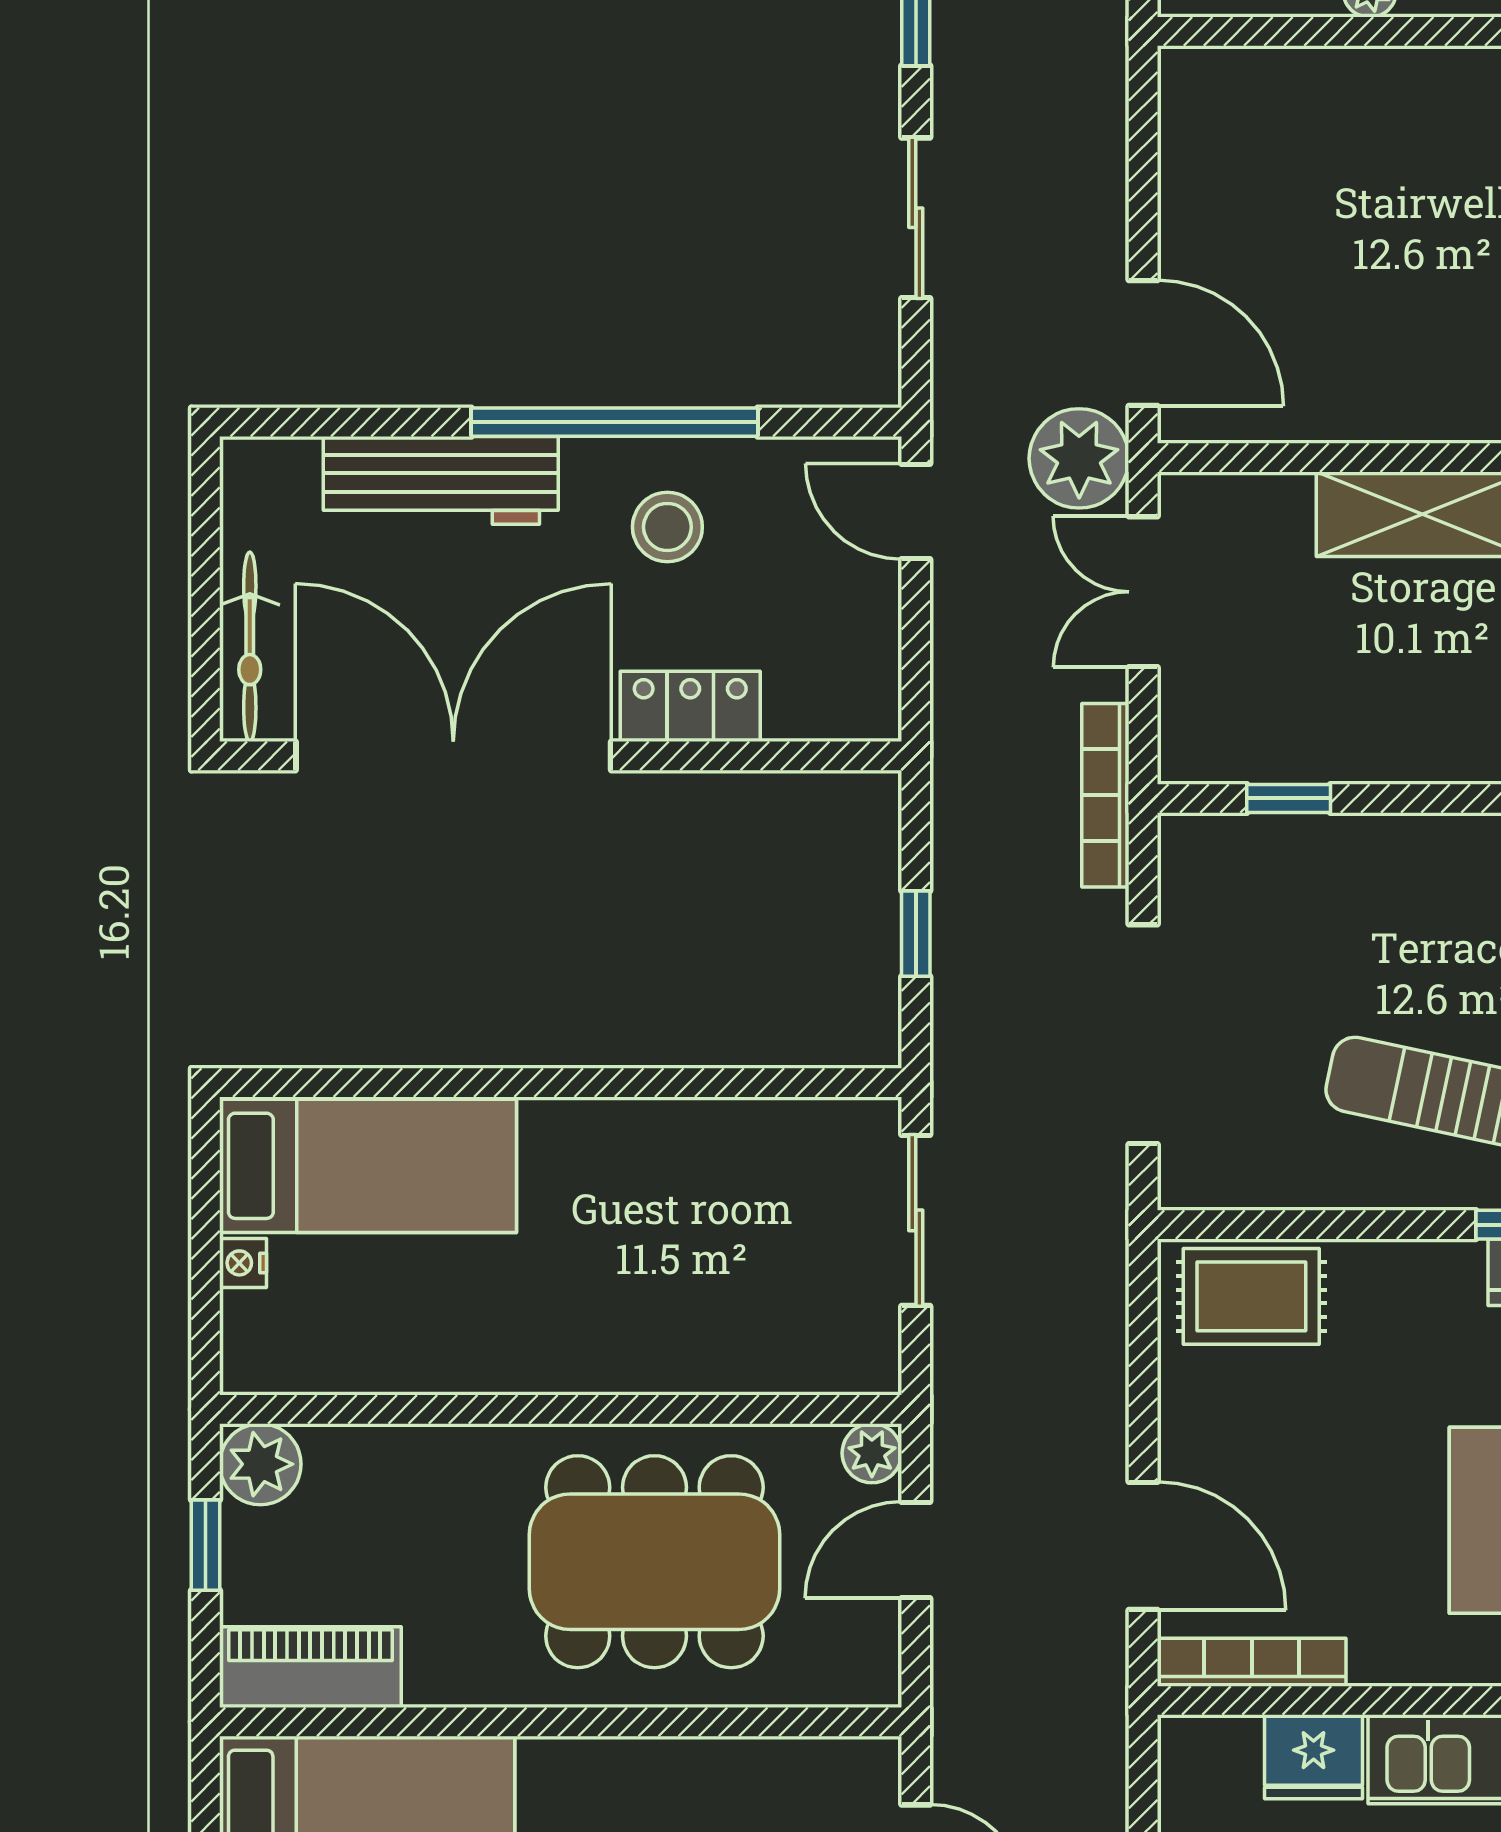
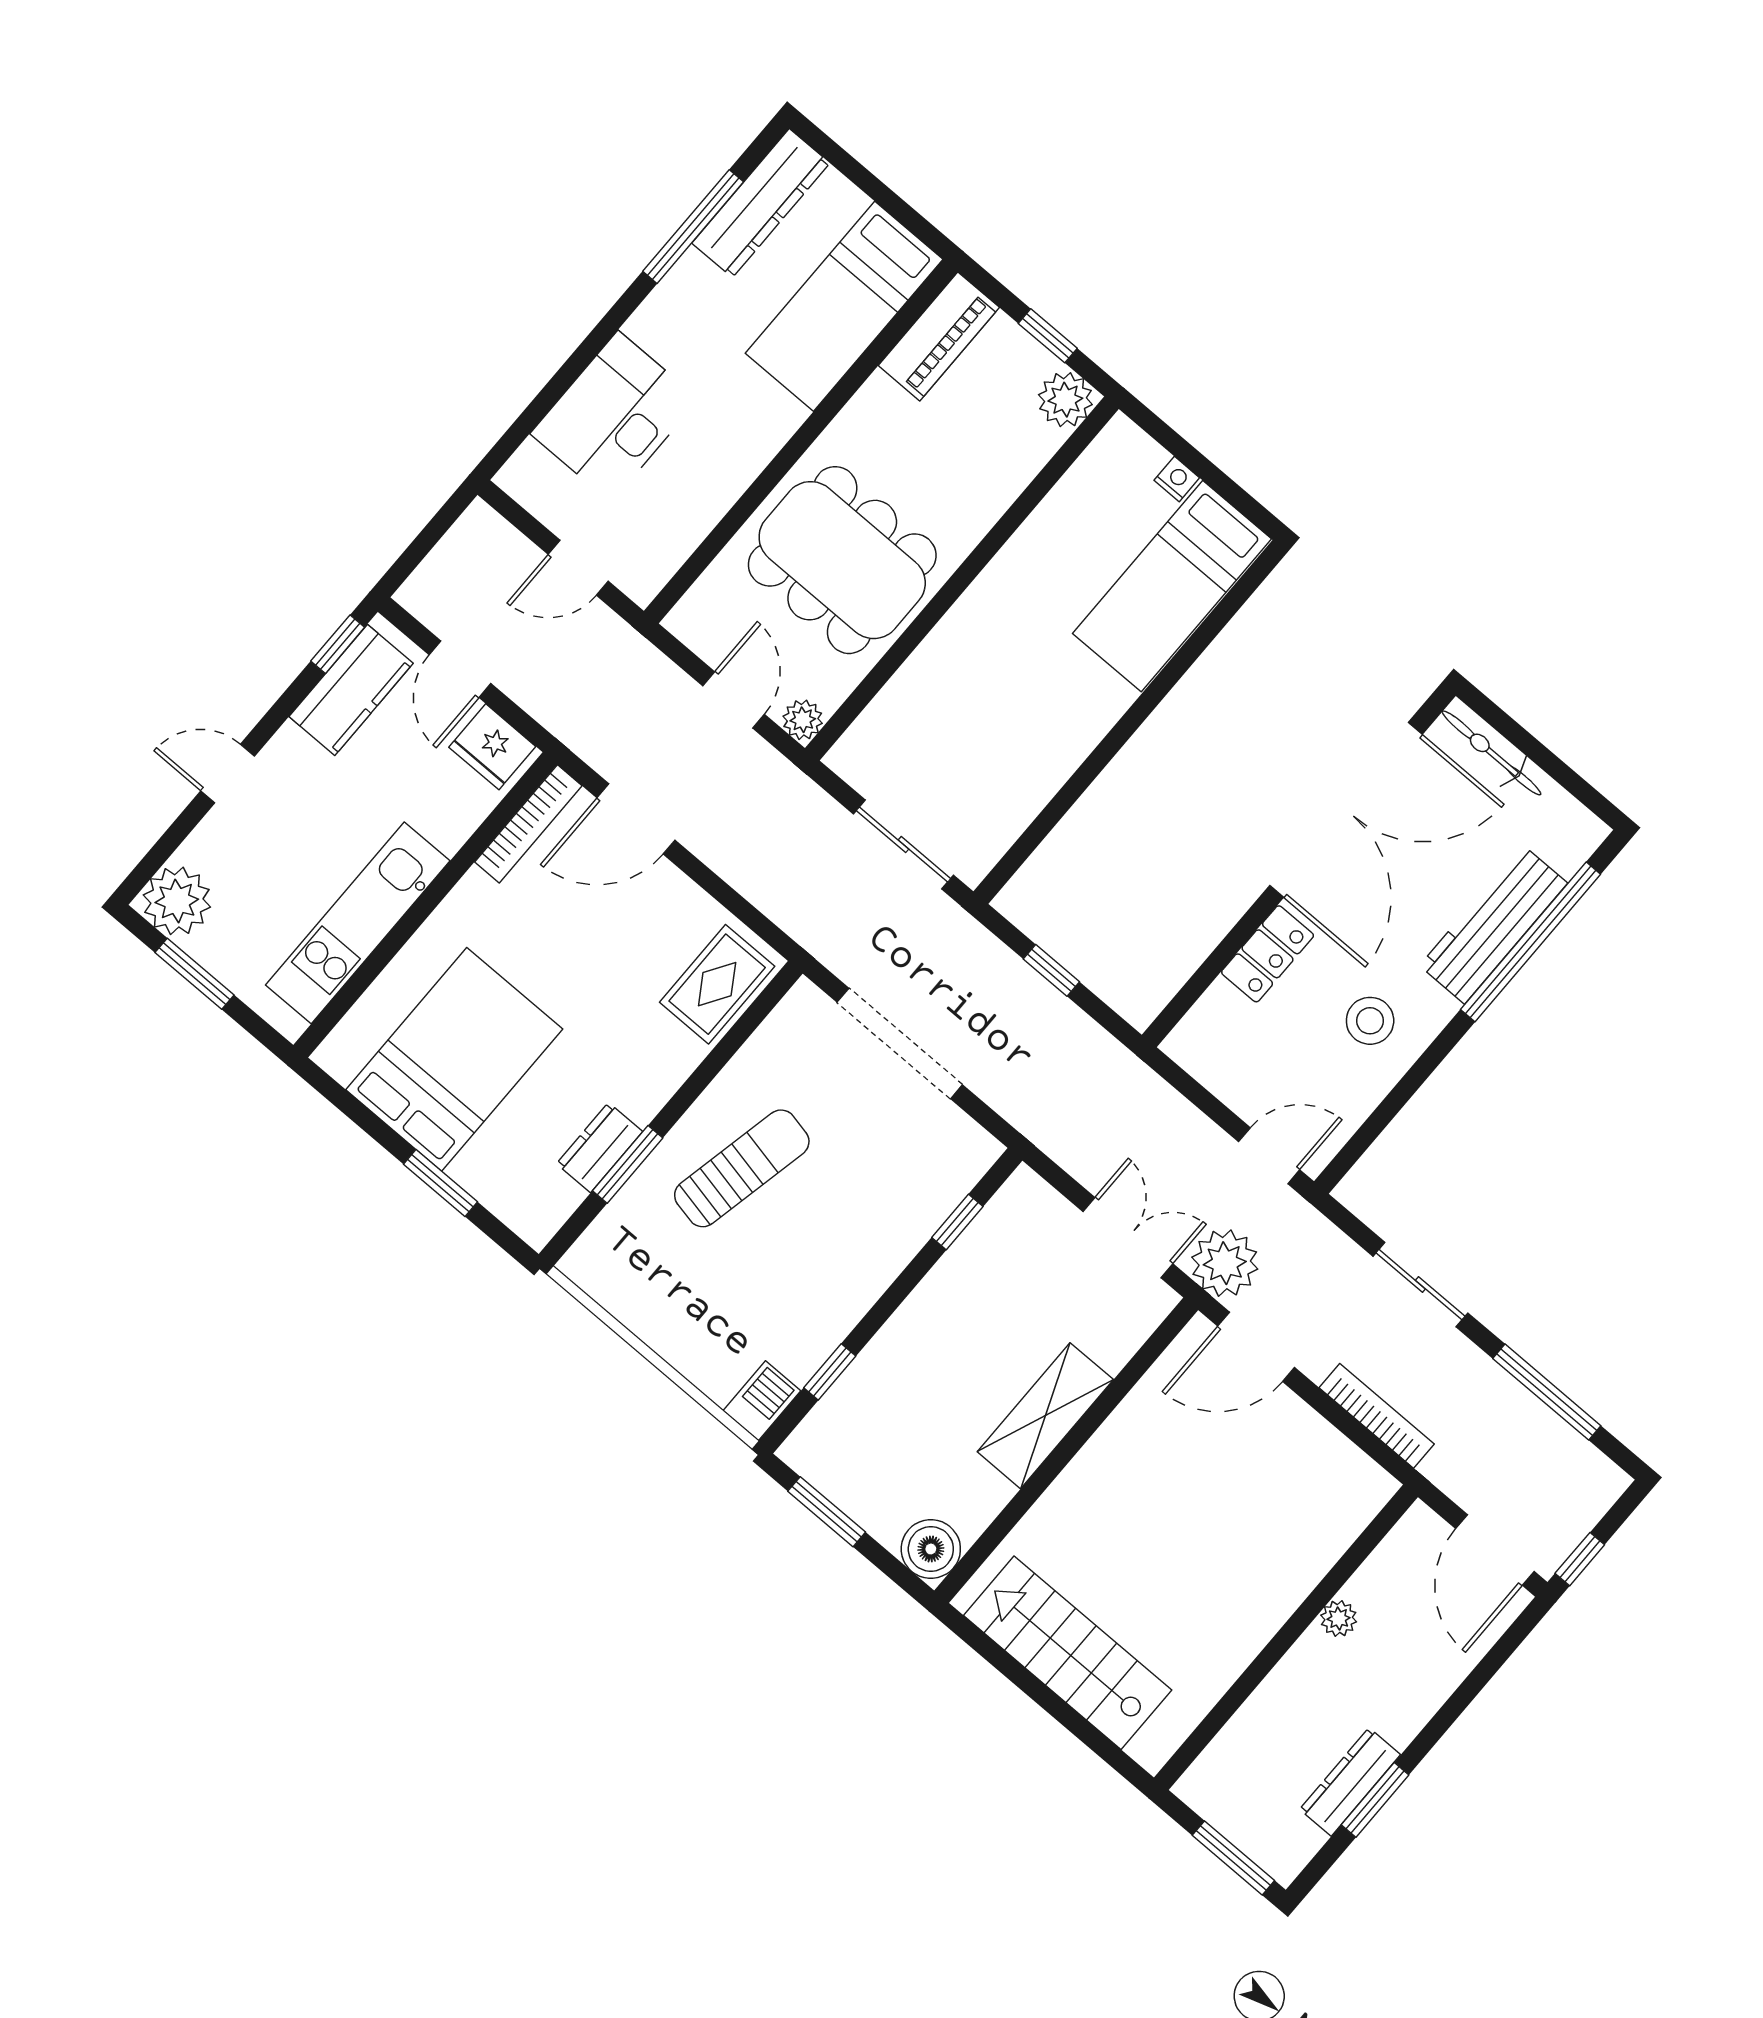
window: (615, 422) -> (1531, 942), moved
bookcase: (1105, 795) -> (1377, 1416), moved
dining table: (654, 1562) -> (842, 560), turned 90
fridge: (1314, 1757) -> (492, 747), moved, turned -90

